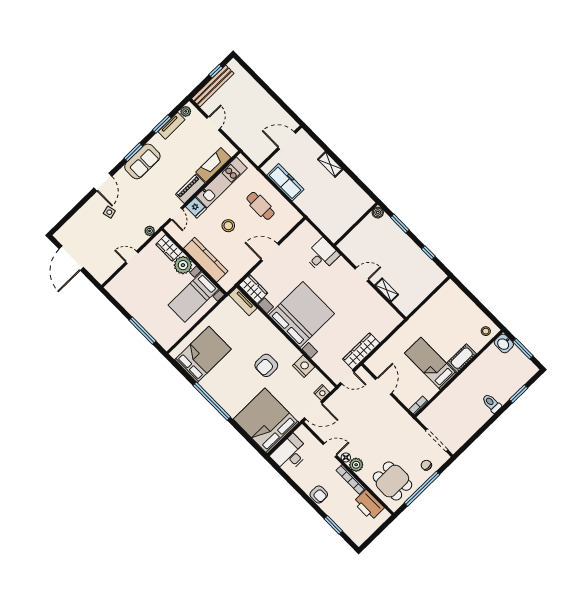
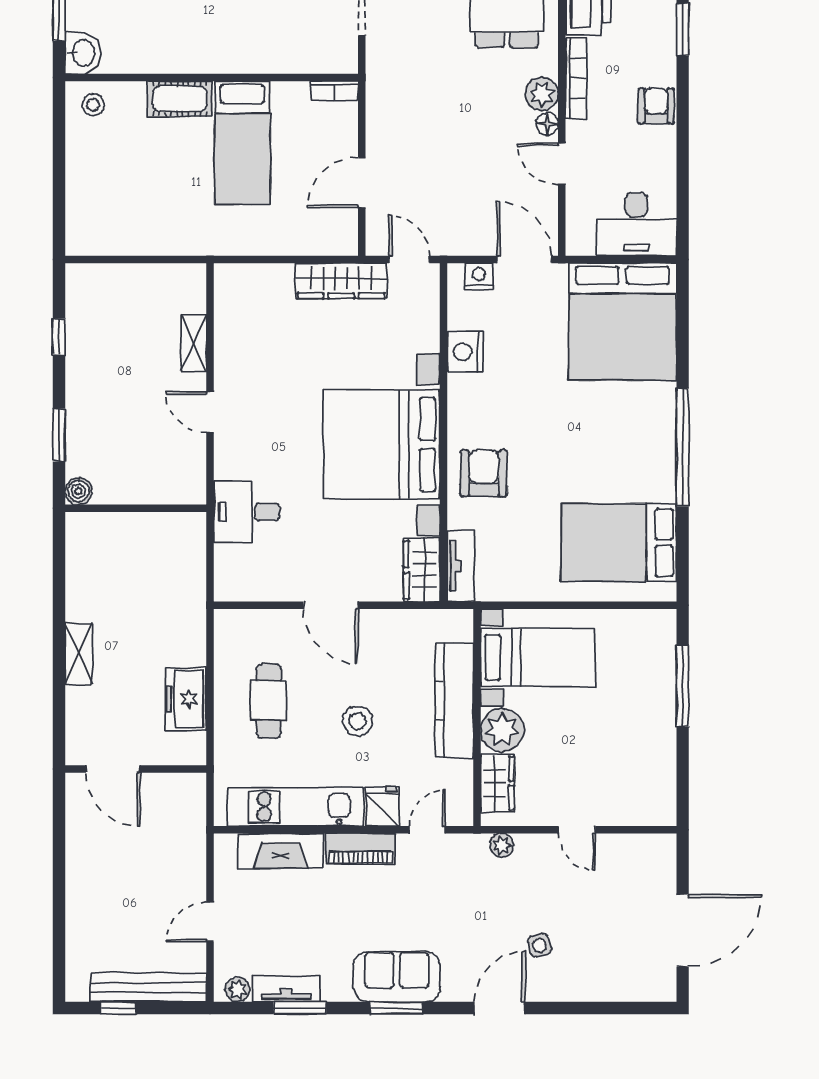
freezer: (285, 182) -> (186, 699), width x0.71
armchair: (266, 365) -> (484, 473), moved, turned -90

